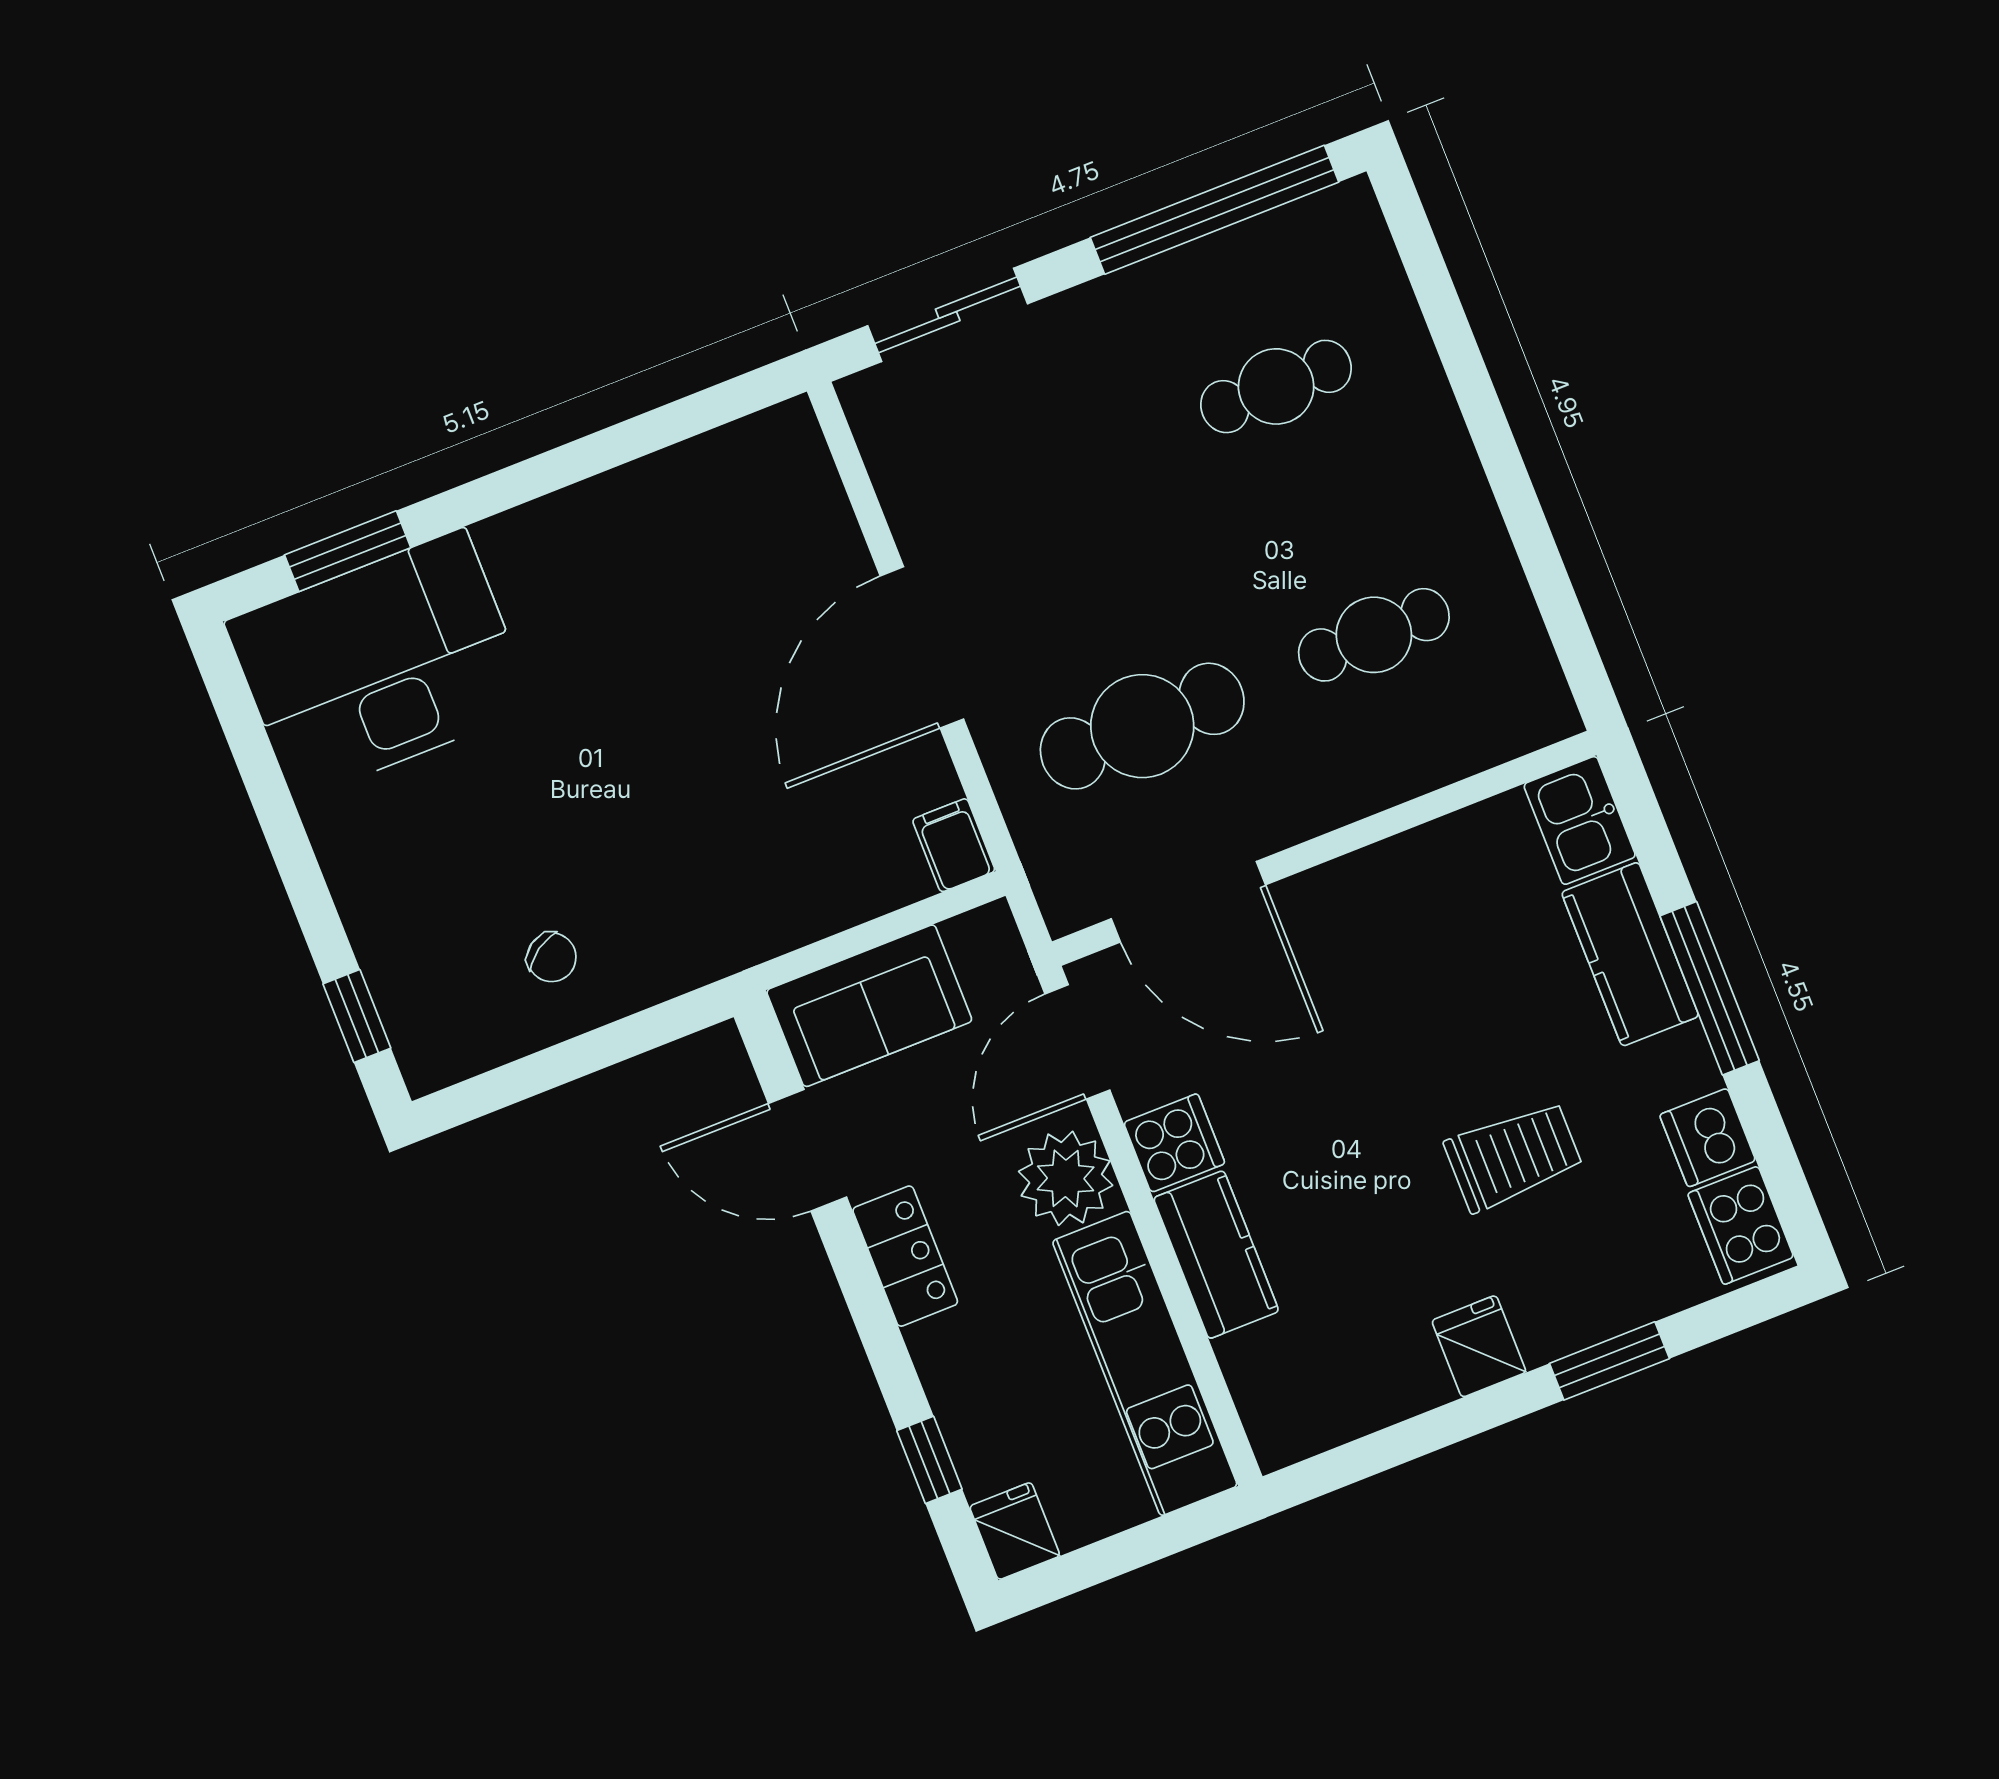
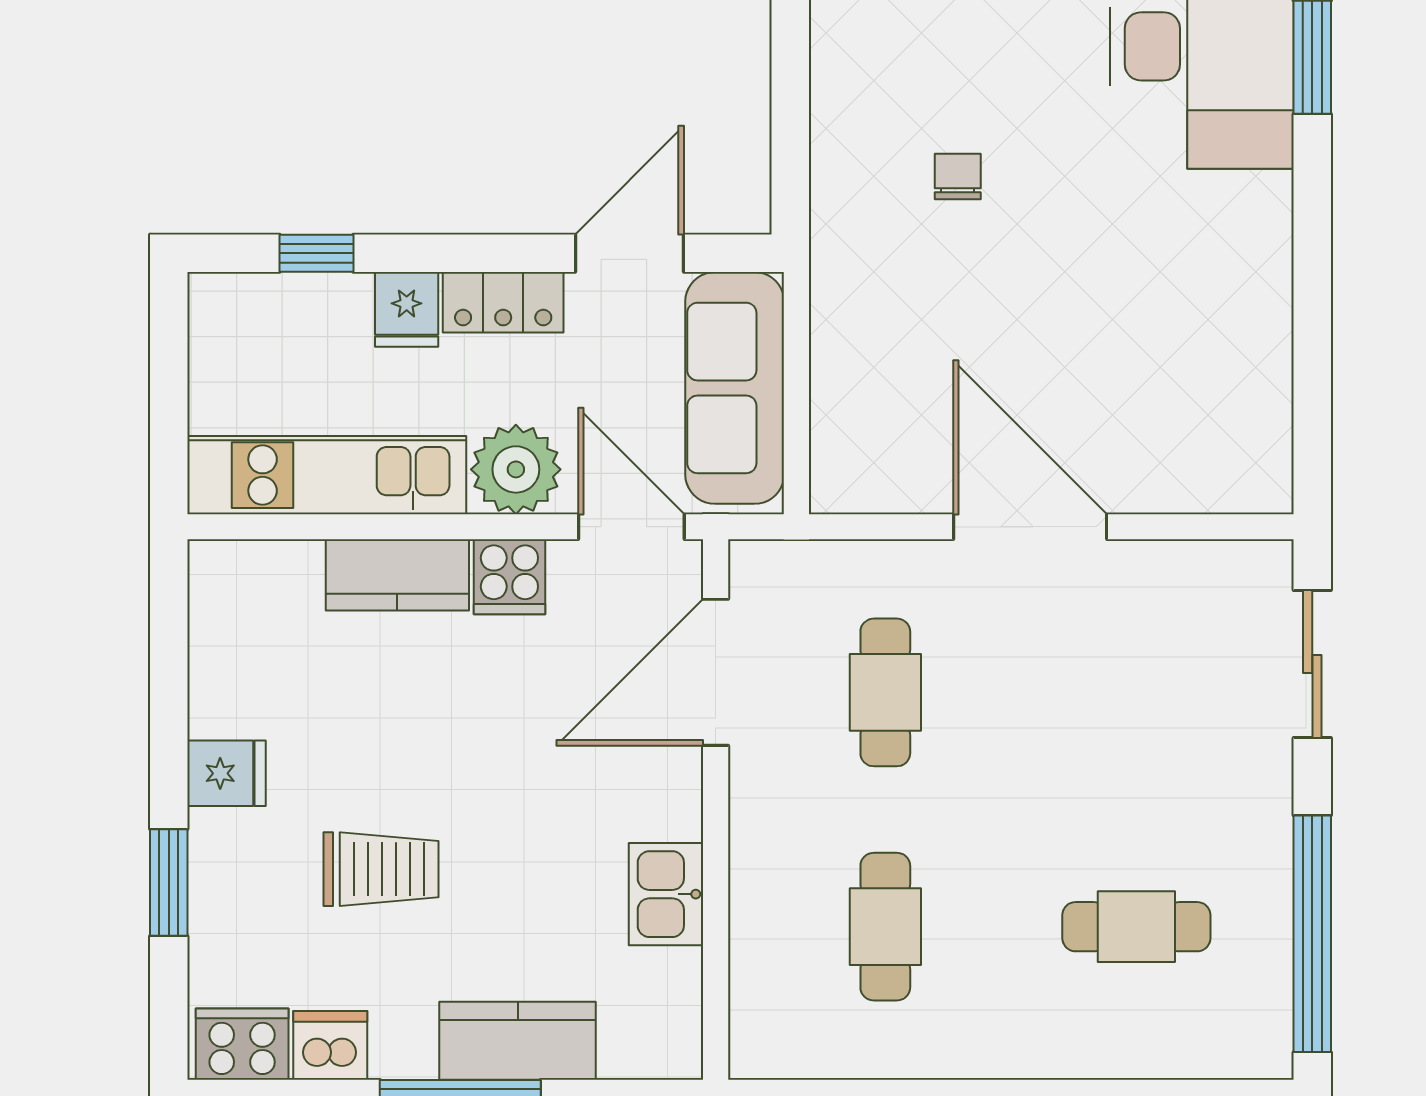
cafe table: (1276, 386) -> (1136, 927), turned 90
cafe table: (1142, 726) -> (885, 692), width x0.73, depth x0.74
kitchen sink: (1580, 820) -> (666, 894), moved, turned -90
filing cabinet: (954, 845) -> (846, 486), removed
chair: (552, 957) -> (958, 176), moved, turned 124
sofa: (869, 1006) -> (735, 388), width x1.36
trolley: (1513, 1156) -> (381, 869), turned -90
fridge: (1015, 1531) -> (407, 309), moved, turned 90

